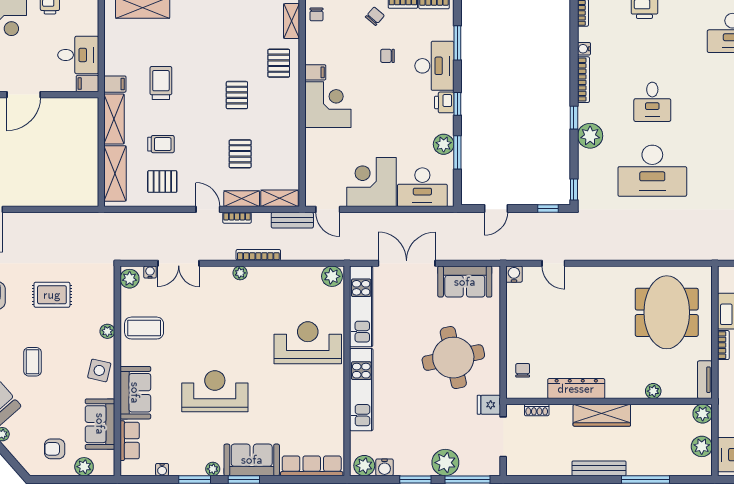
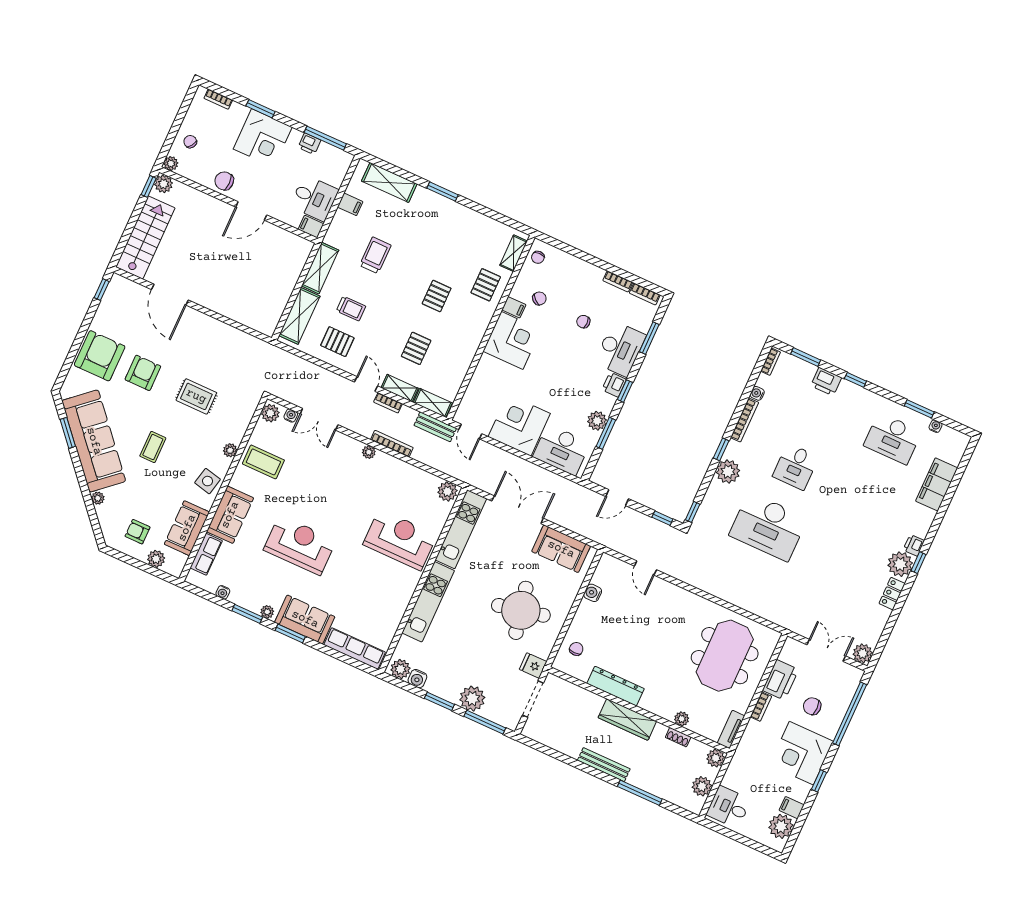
chair: (375, 16) -> (539, 298), moved
filing cabinet: (115, 84) -> (350, 204), moved
water cooler: (514, 274) -> (593, 593), moved, turned -90
shoe rack: (537, 410) -> (678, 737), moved

